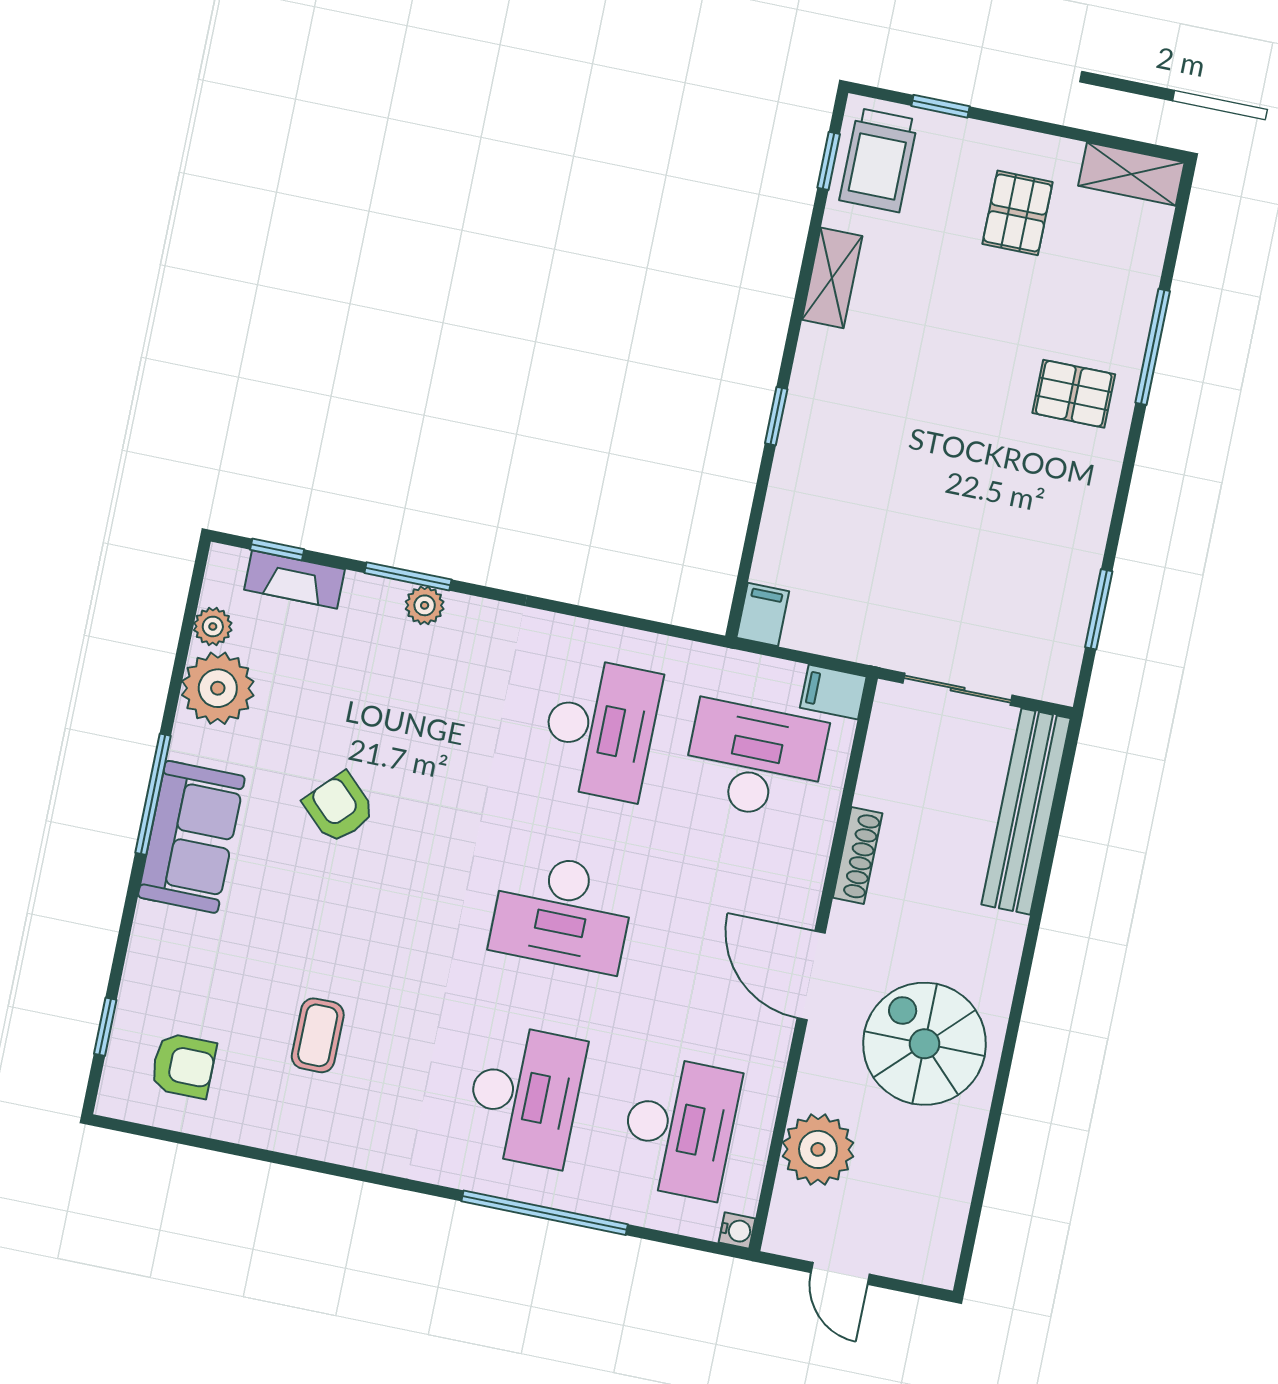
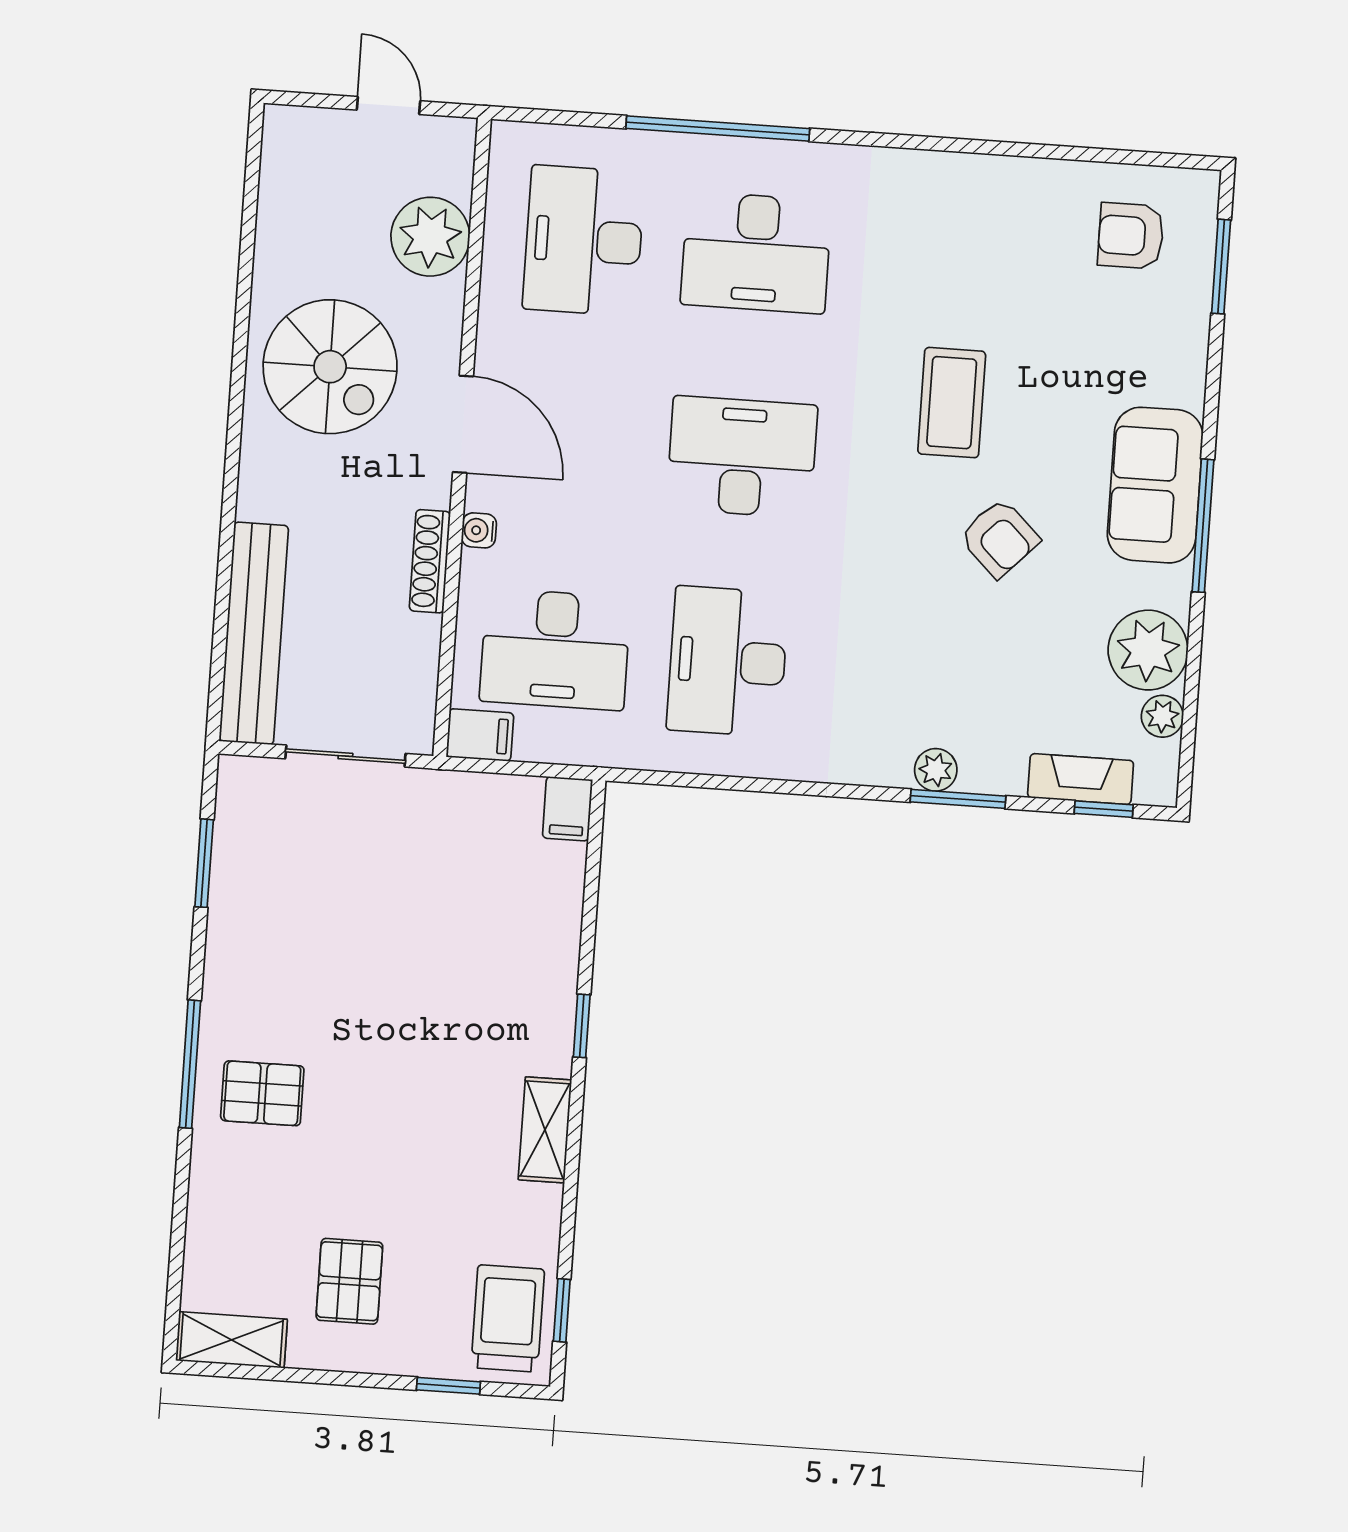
shelving: (832, 278) -> (545, 1130), moved
window: (1153, 347) -> (190, 1064), moved
window: (105, 1027) -> (1221, 267), width x1.50
coffee table: (318, 1035) -> (952, 403), moved, width x1.36, depth x1.30
desk: (525, 1096) -> (756, 253), turned -90
water cooler: (737, 1231) -> (479, 530), moved

